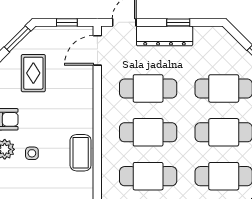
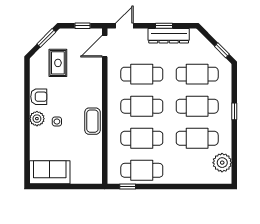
dresser: (165, 36) -> (169, 36), moved

